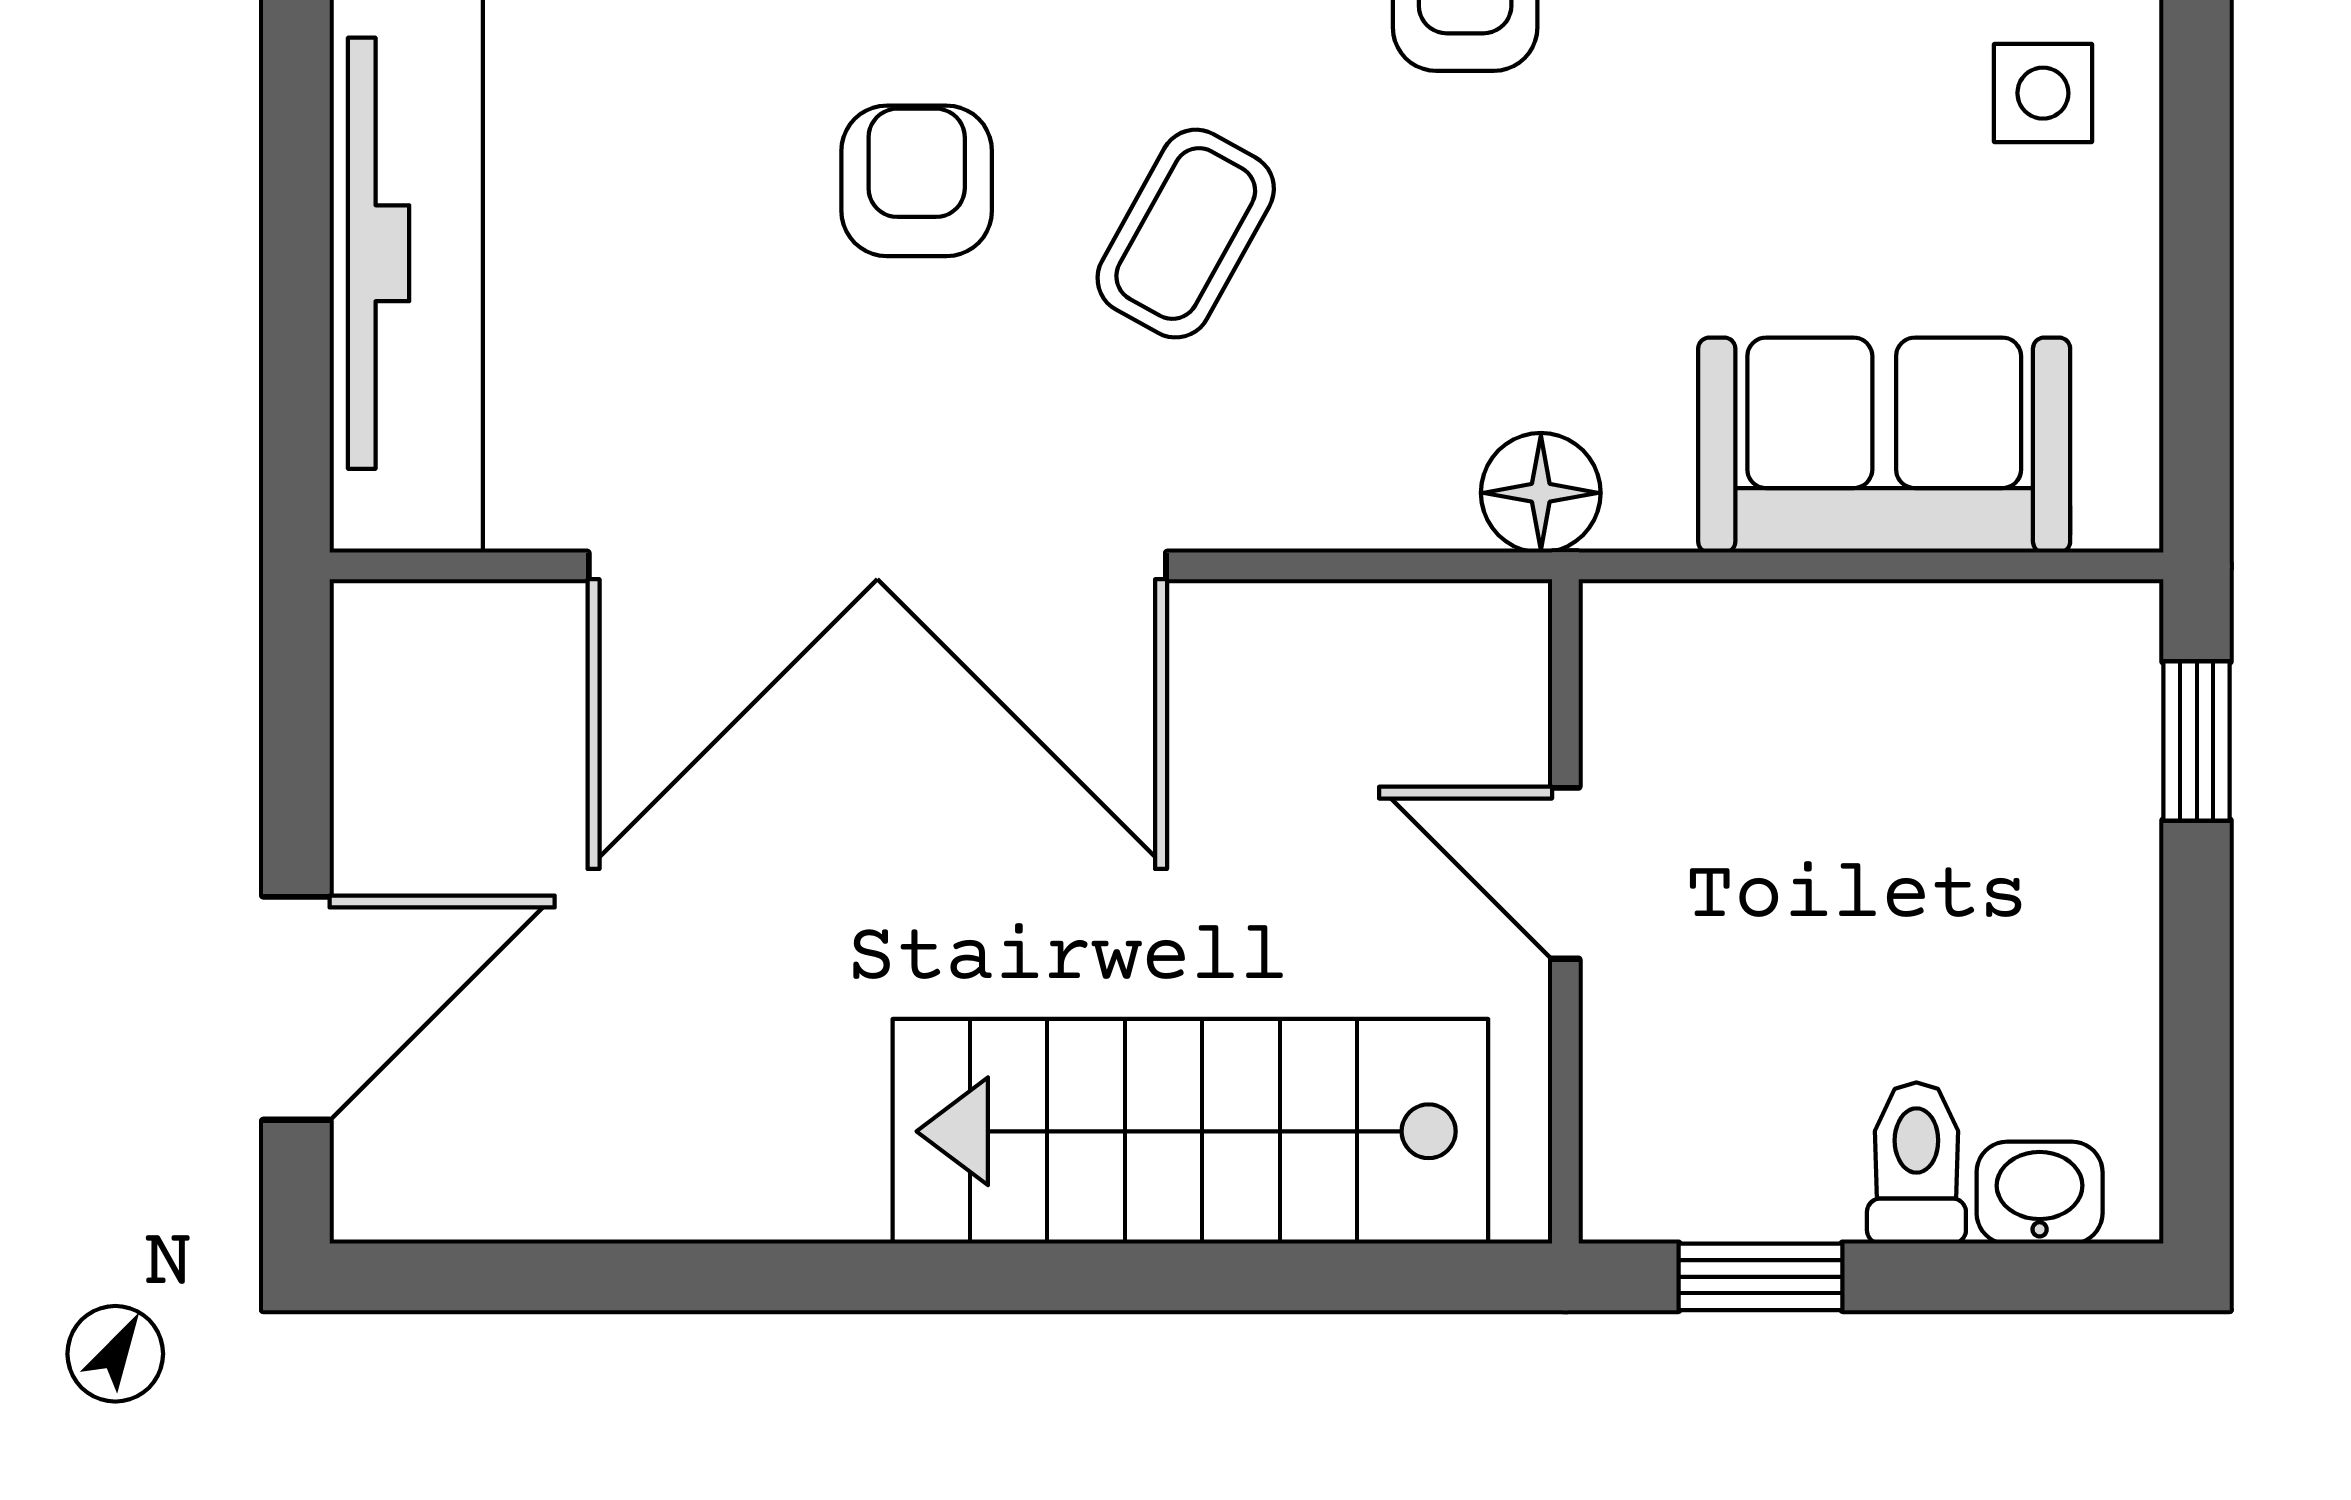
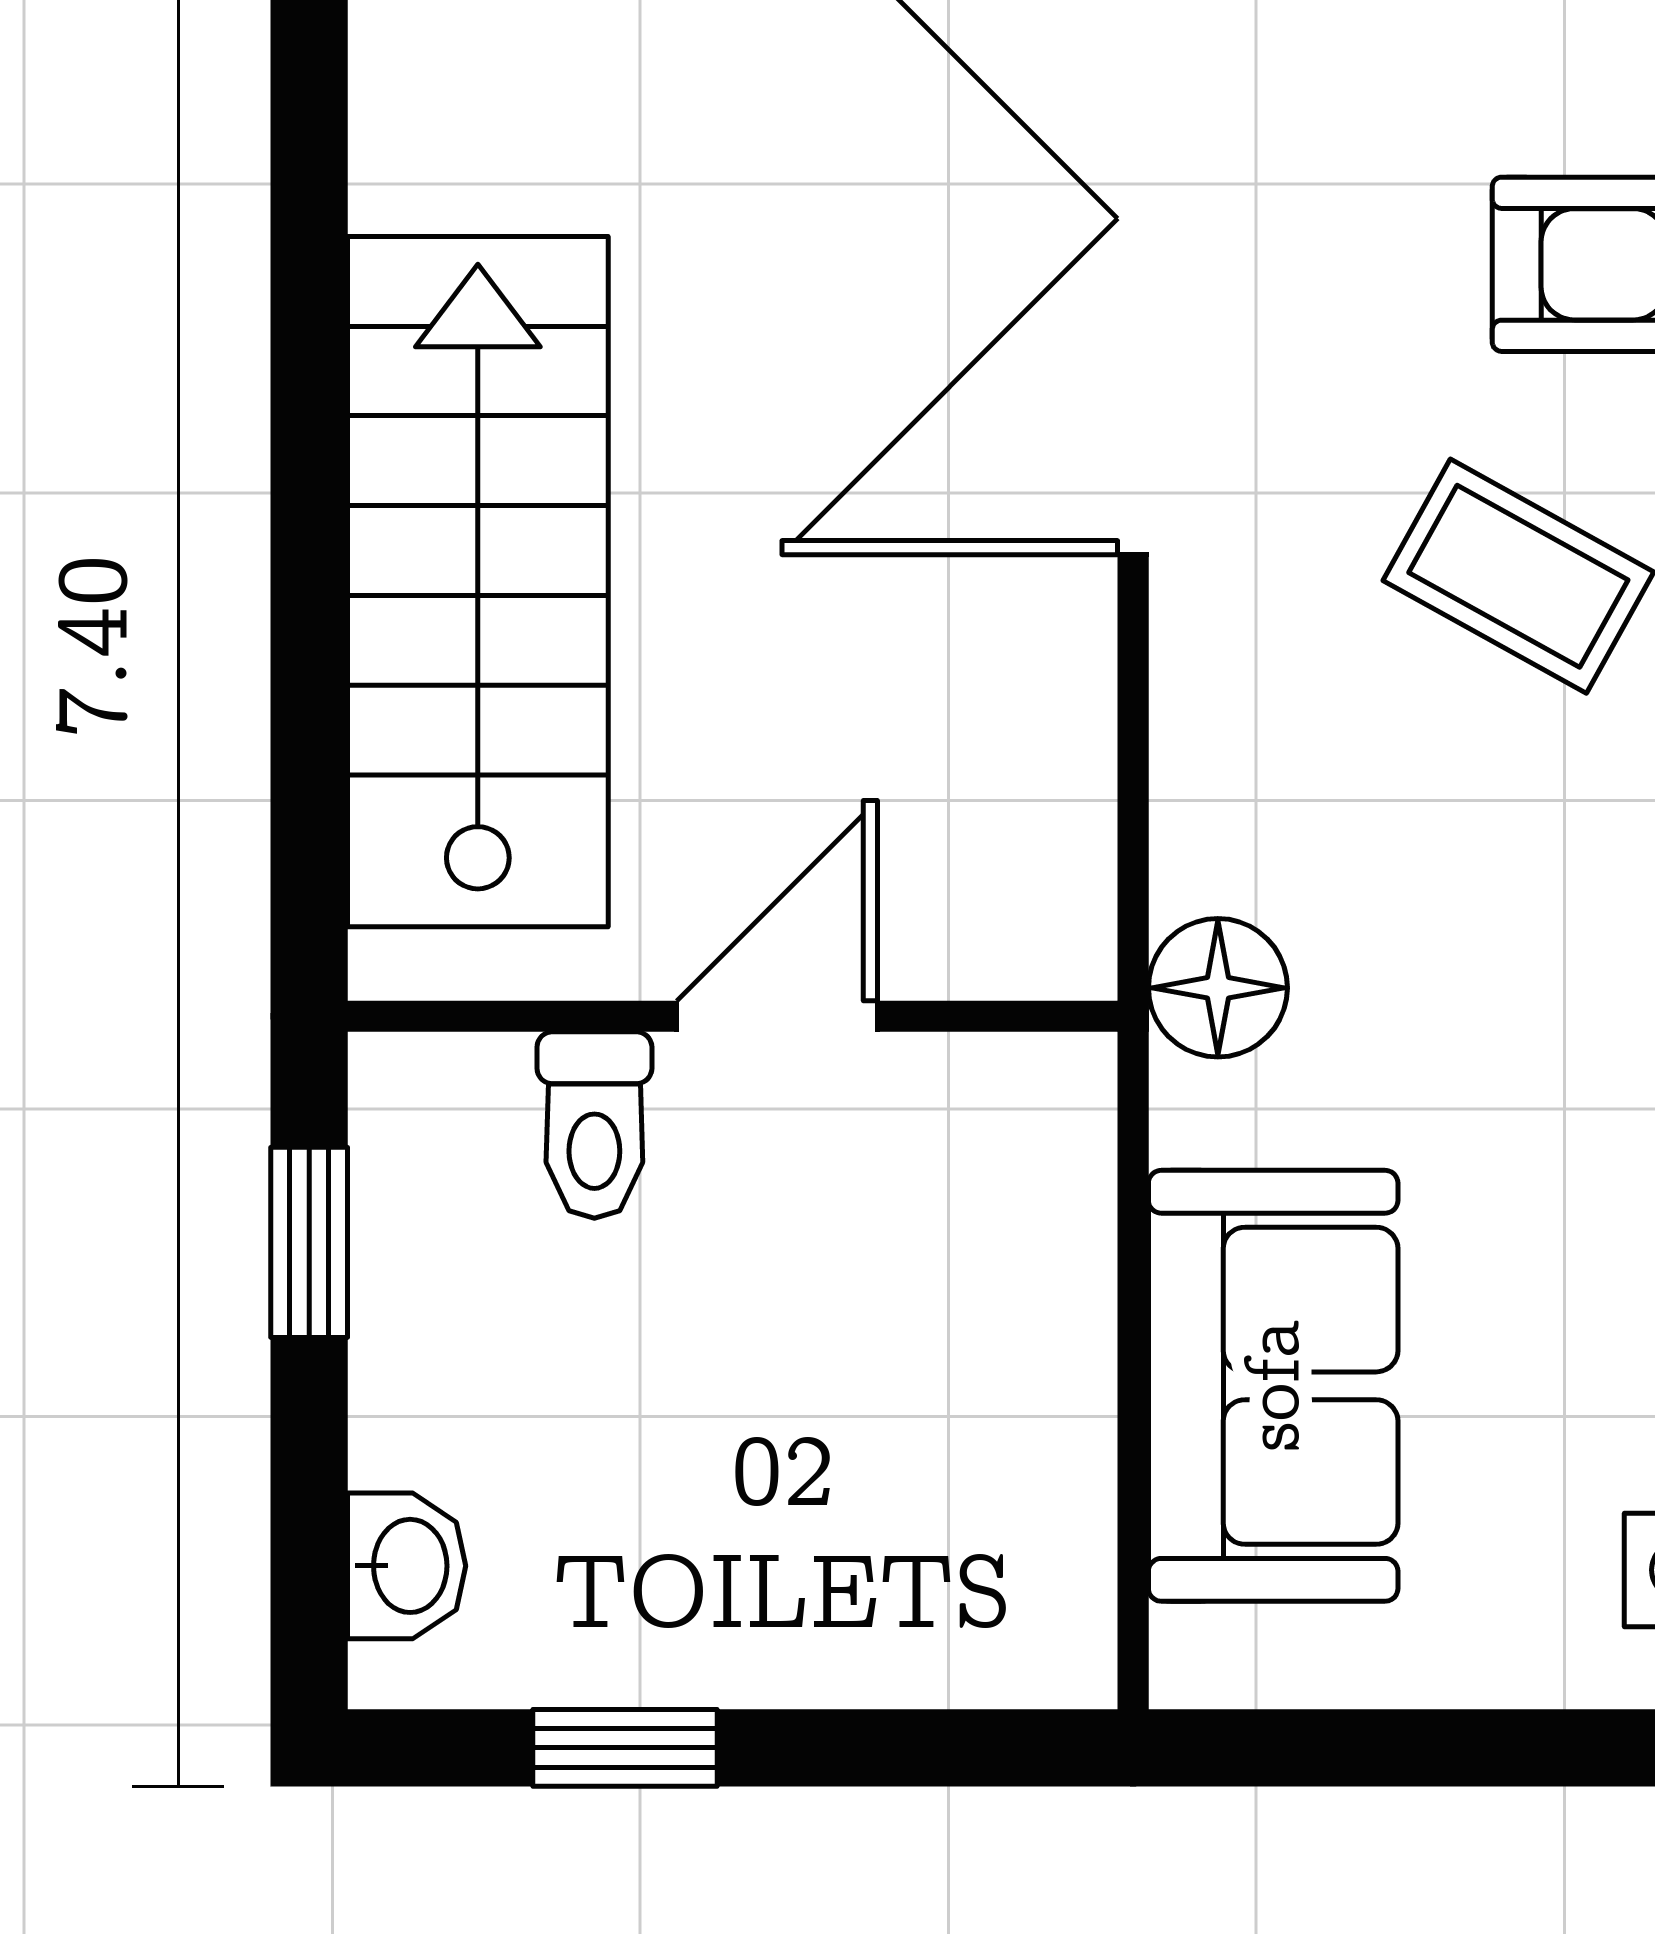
window: (2197, 741) -> (625, 1748), moved
toilet: (1916, 1163) -> (594, 1125), moved, turned 90

